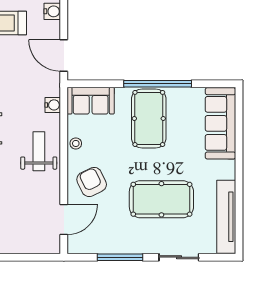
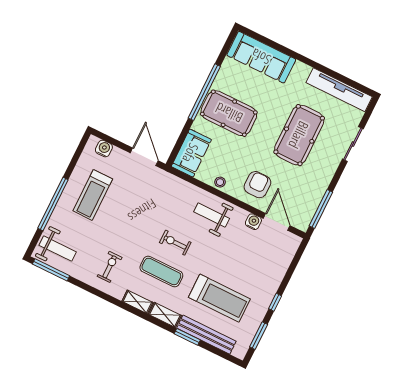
door: (64, 55) -> (144, 157), swing flipped
water cooler: (53, 105) -> (253, 222), moved
armchair: (92, 182) -> (257, 185), turned 116
window: (120, 257) -> (321, 209), moved

